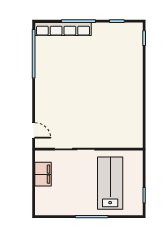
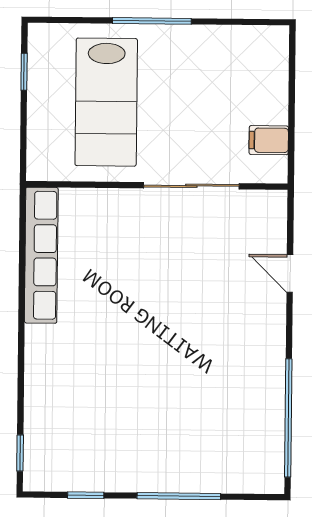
row of seats: (63, 29) -> (41, 255), moved, turned 90
door: (34, 130) -> (290, 273), moved
filing cabinet: (43, 174) -> (269, 140), width x0.50

